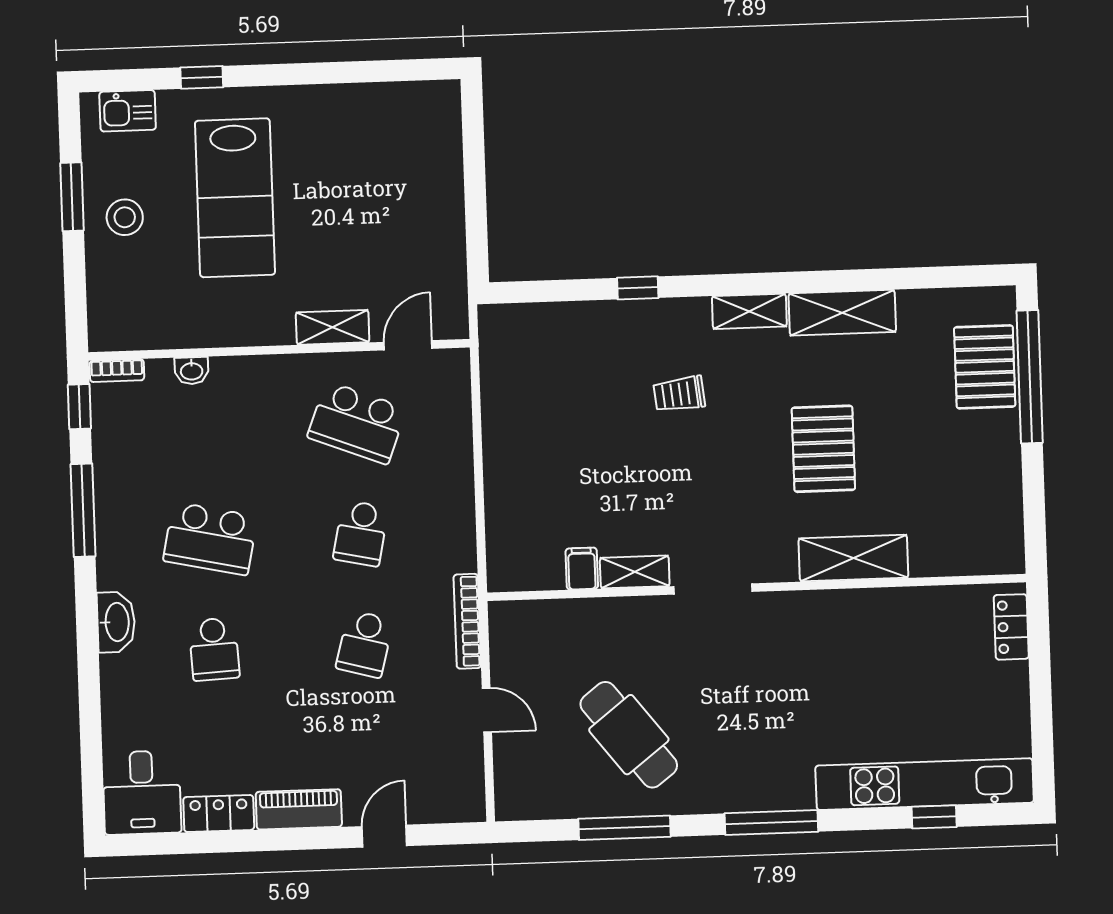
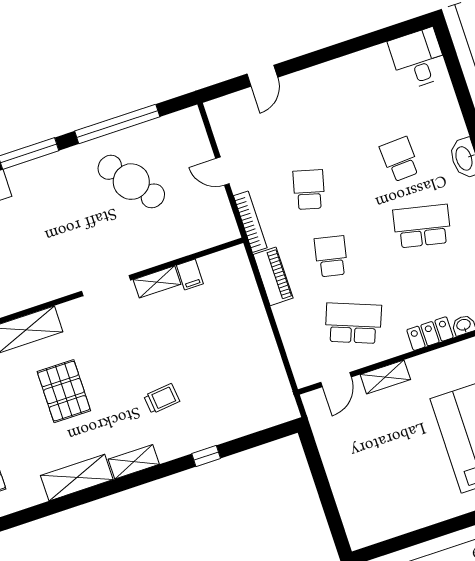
piano: (299, 809) -> (273, 276), moved, turned -90
locker: (219, 814) -> (430, 334), moved, turned 180
window: (624, 828) -> (117, 124), width x1.46

